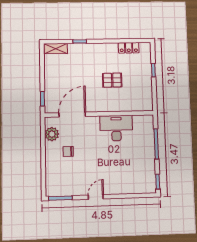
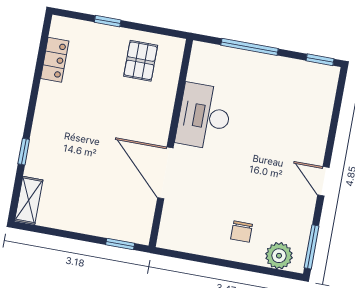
pallet: (112, 80) -> (141, 61), moved
door: (72, 115) -> (165, 173), moved
plant: (52, 134) -> (279, 256), moved
chair: (68, 151) -> (242, 232), moved

